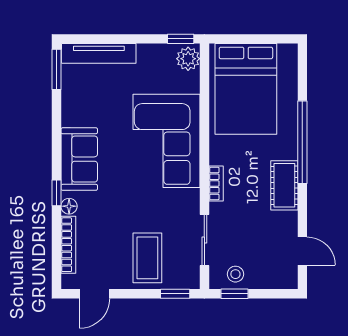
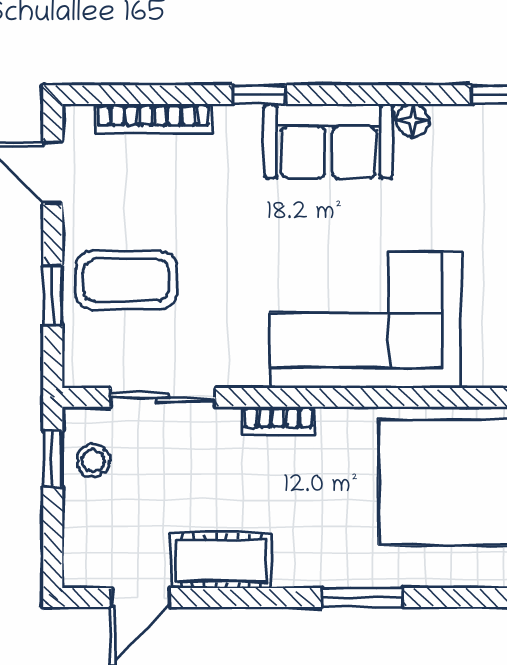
window: (302, 142) -> (363, 598), width x0.47
cot: (284, 185) -> (221, 561), moved
floor lamp: (69, 206) -> (413, 120), moved
window: (175, 294) -> (53, 295), moved

